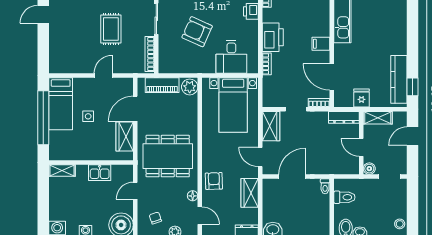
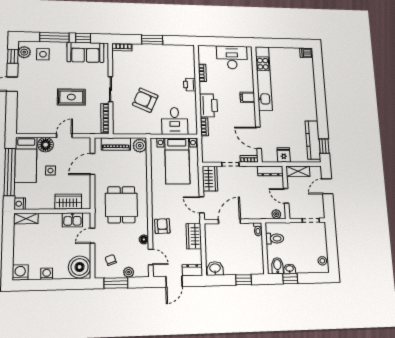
rug: (111, 29) -> (71, 97), turned 90
filing cabinet: (321, 44) -> (247, 97), moved
floor lamp: (82, 86) -> (46, 145), added
wardrobe: (125, 137) -> (68, 202), moved, turned 90
nightstand: (55, 154) -> (20, 204), added
dining table: (168, 156) -> (121, 205), width x0.73
plant: (348, 169) -> (276, 214), added
boiler: (369, 169) -> (294, 214), removed
kitchen sink: (100, 173) -> (72, 220), moved

